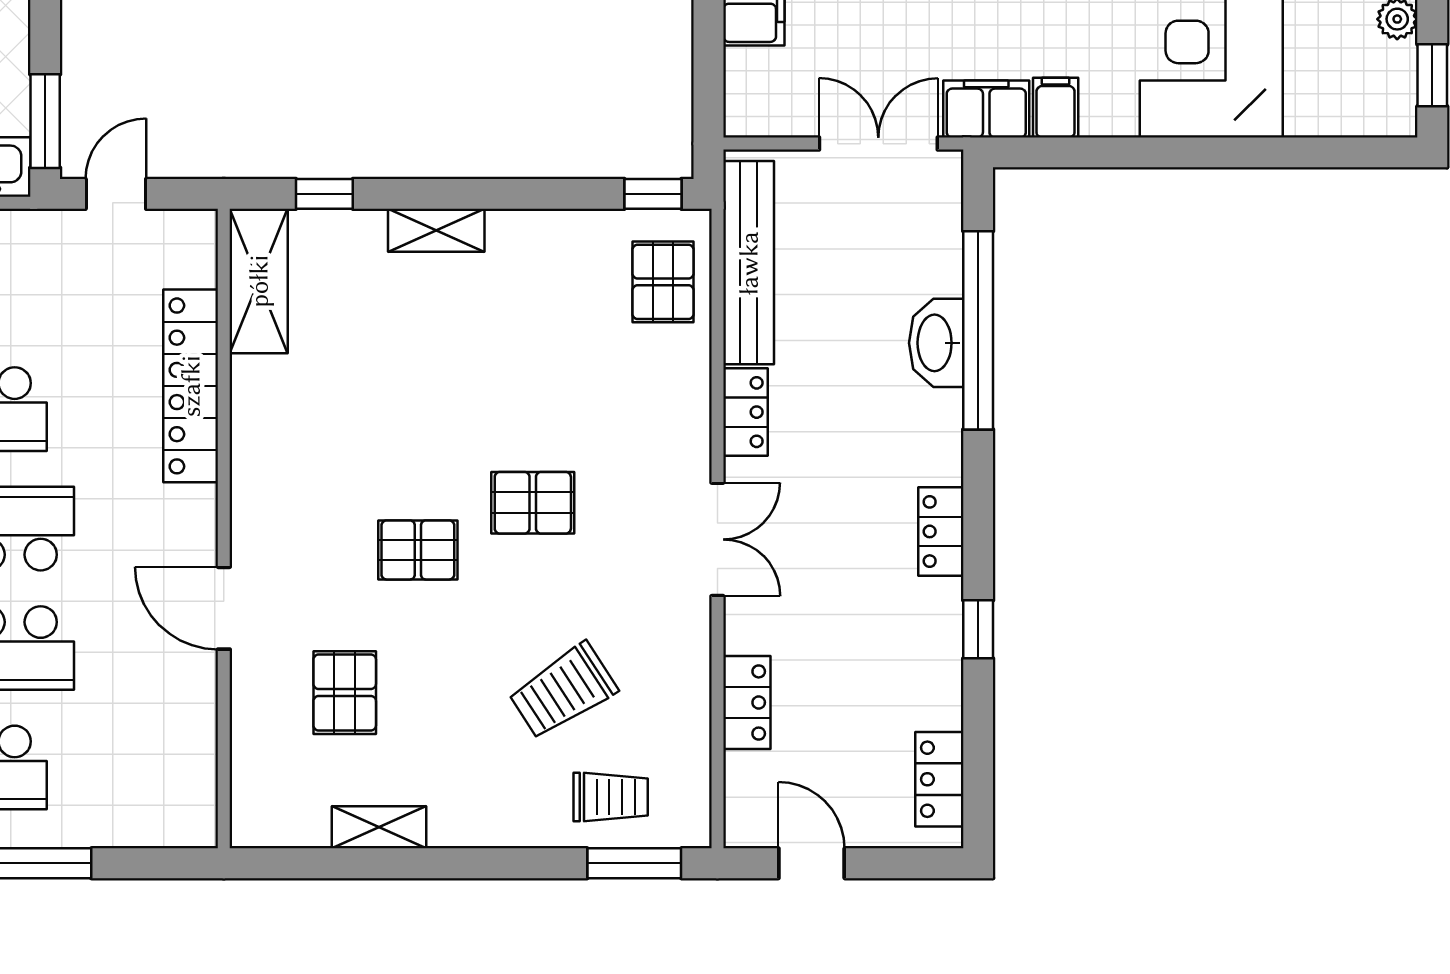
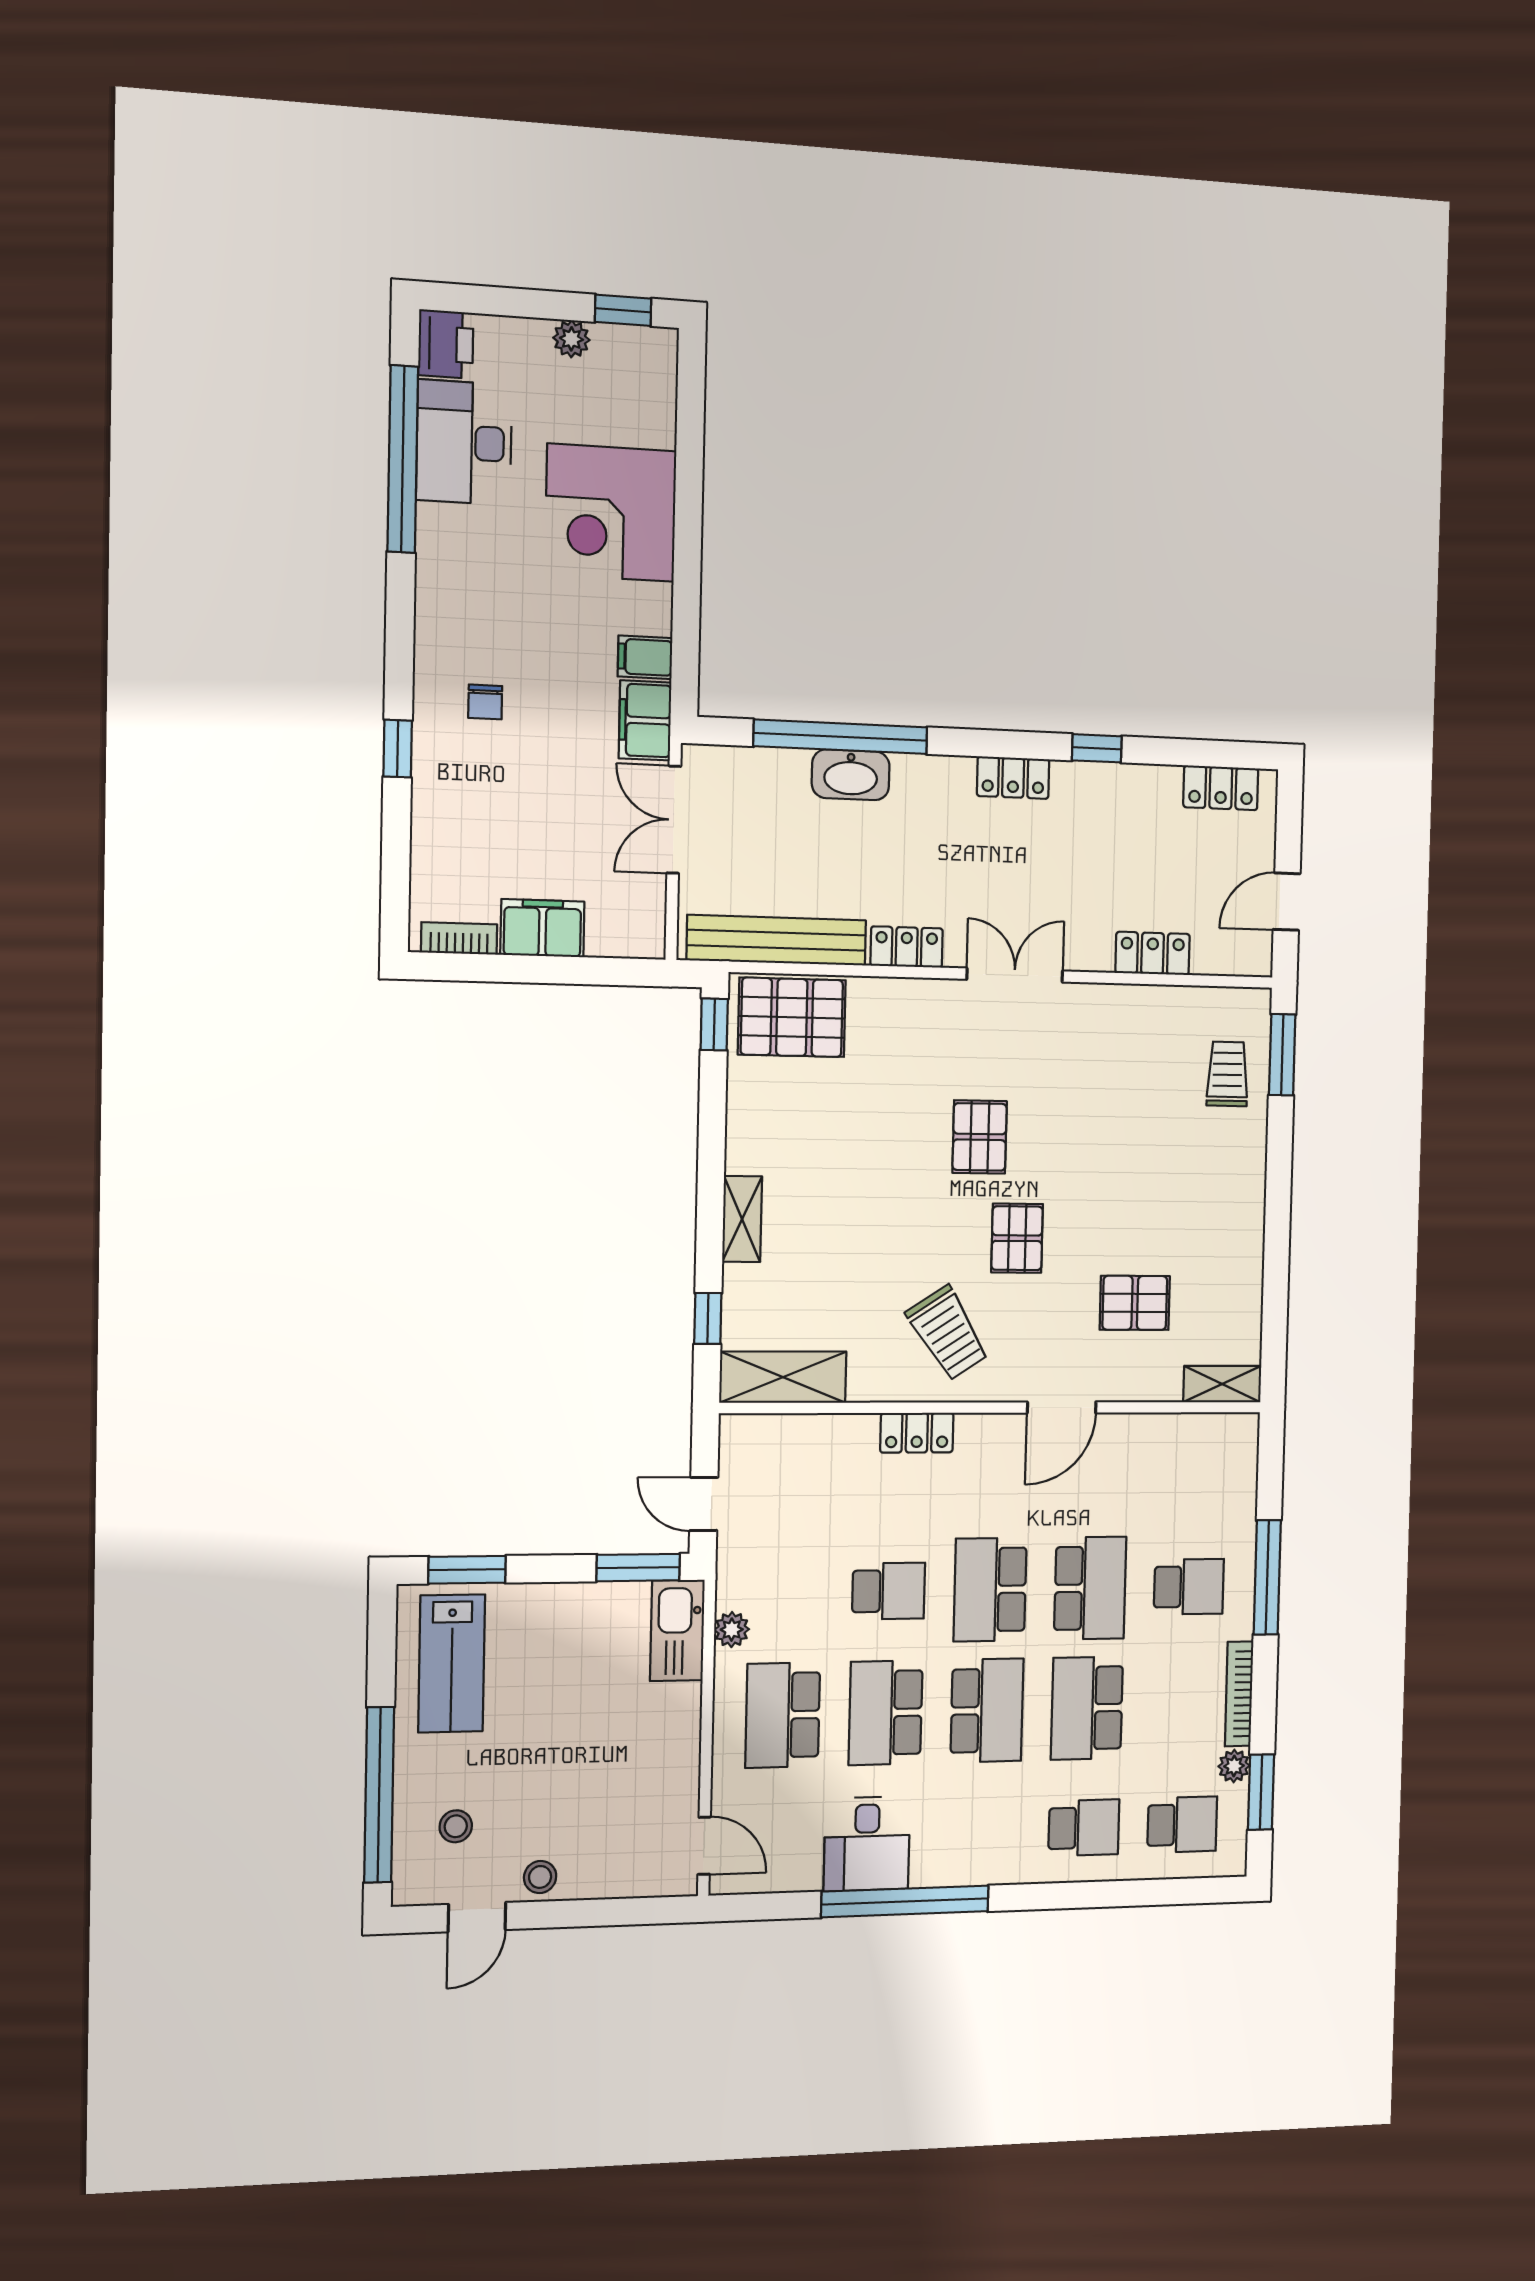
pallet: (663, 282) -> (792, 1017), width x1.50, depth x1.42
locker: (191, 386) -> (917, 1433), width x0.46, depth x0.83
trolley: (563, 691) -> (948, 1333), moved
shelving: (379, 827) -> (1222, 1384), moved, turned 90

